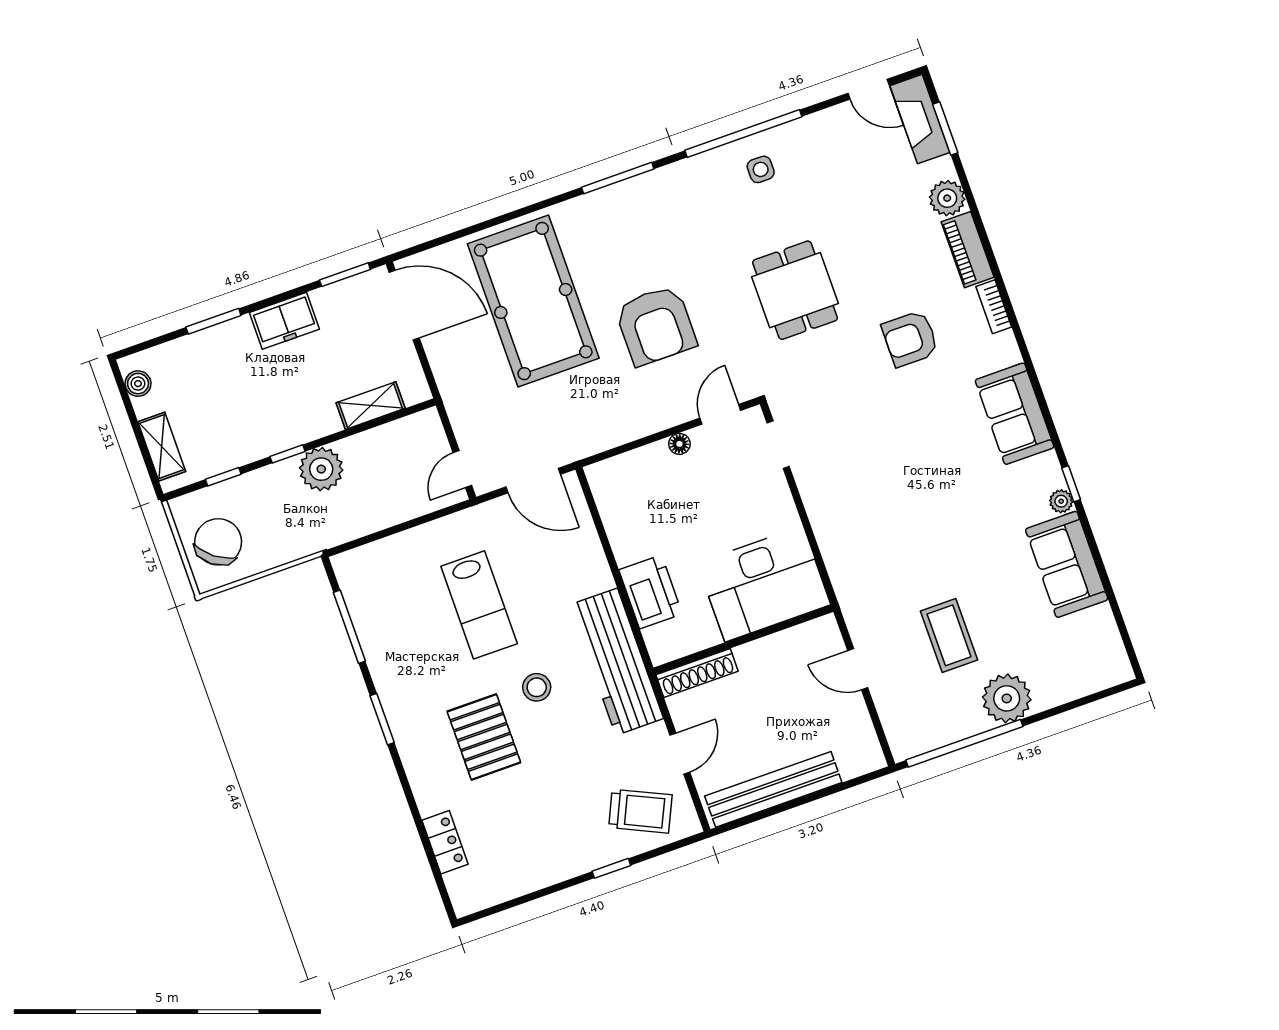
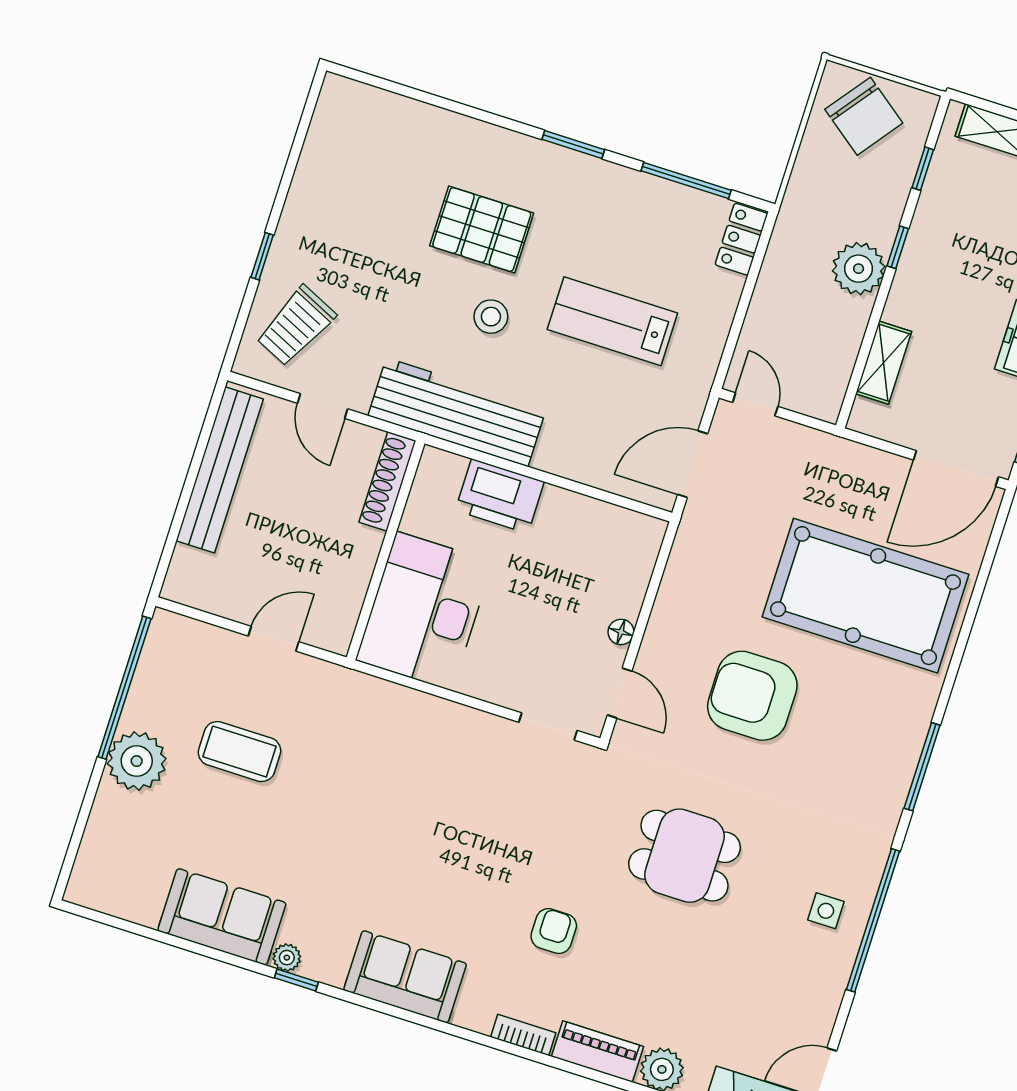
armchair: (910, 339) -> (554, 931), width x0.72, depth x0.72
locker: (445, 842) -> (741, 239), moved, turned 90

